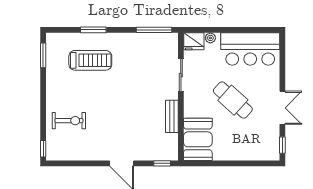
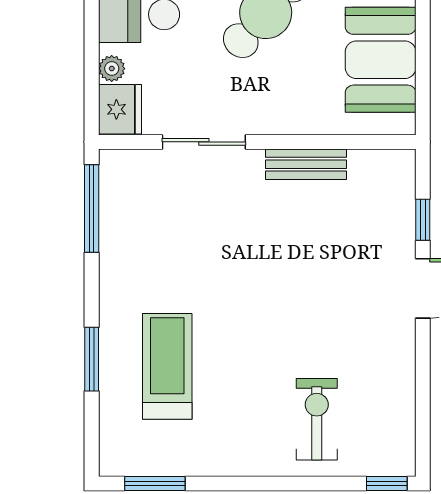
booth: (198, 139) -> (381, 60), moved, turned 90
window: (162, 163) -> (423, 220), moved

